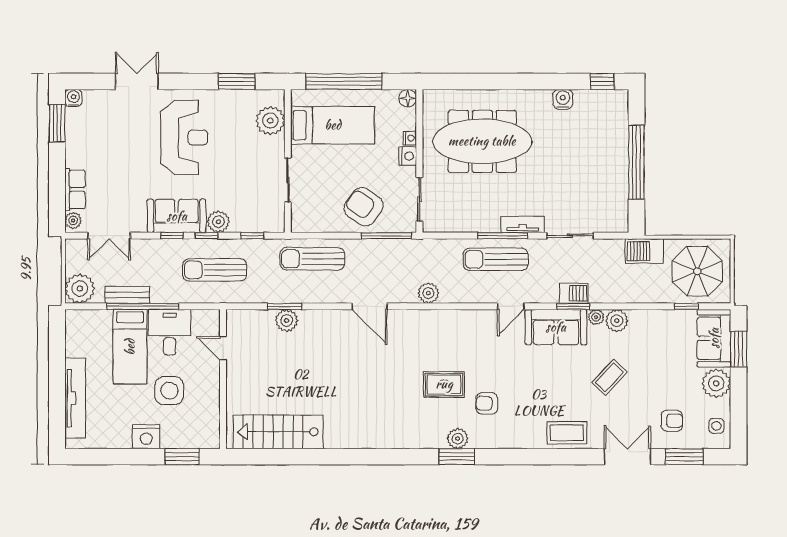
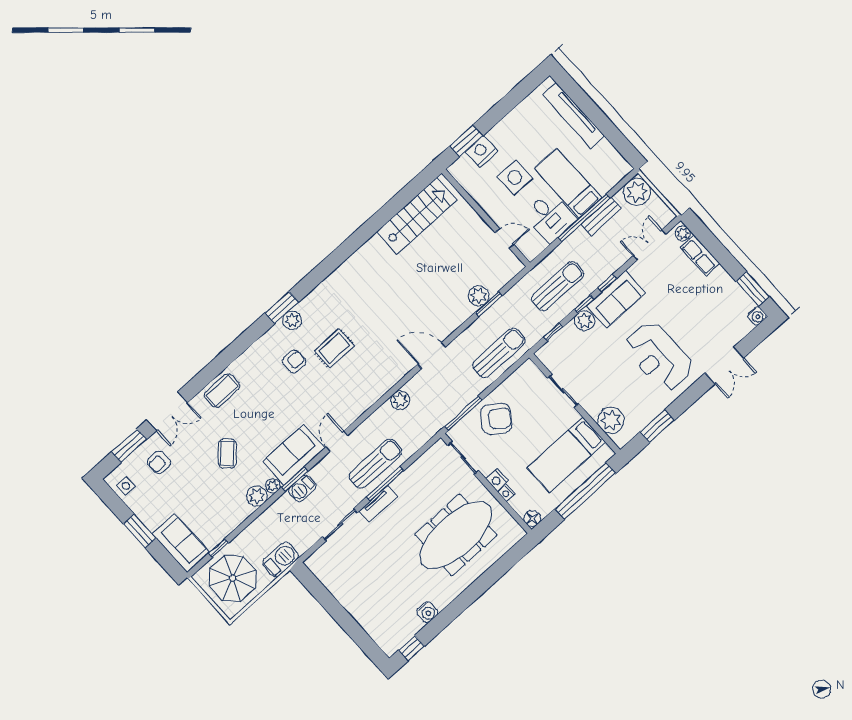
window: (636, 162) -> (340, 614), removed
window: (739, 349) -> (140, 531), moved
plant: (716, 383) -> (152, 514), removed
nightstand: (146, 437) -> (482, 151), moved

